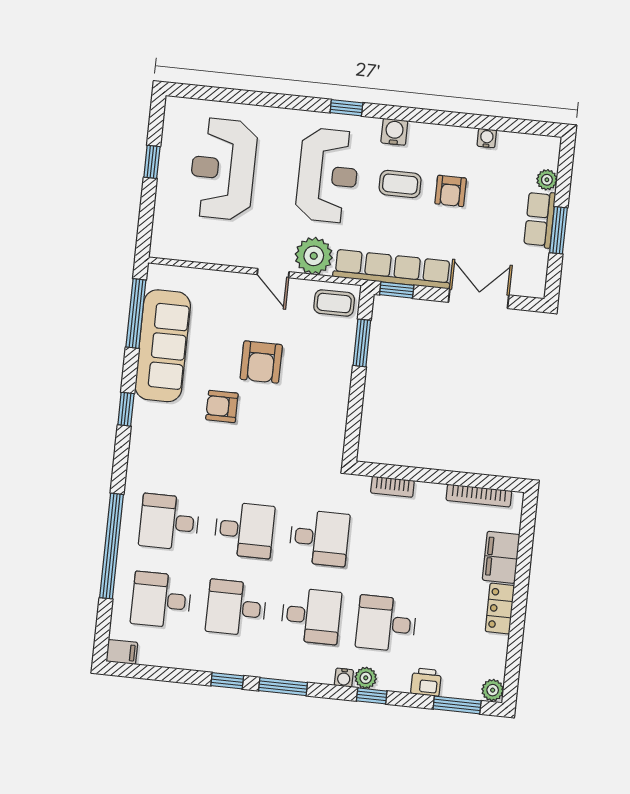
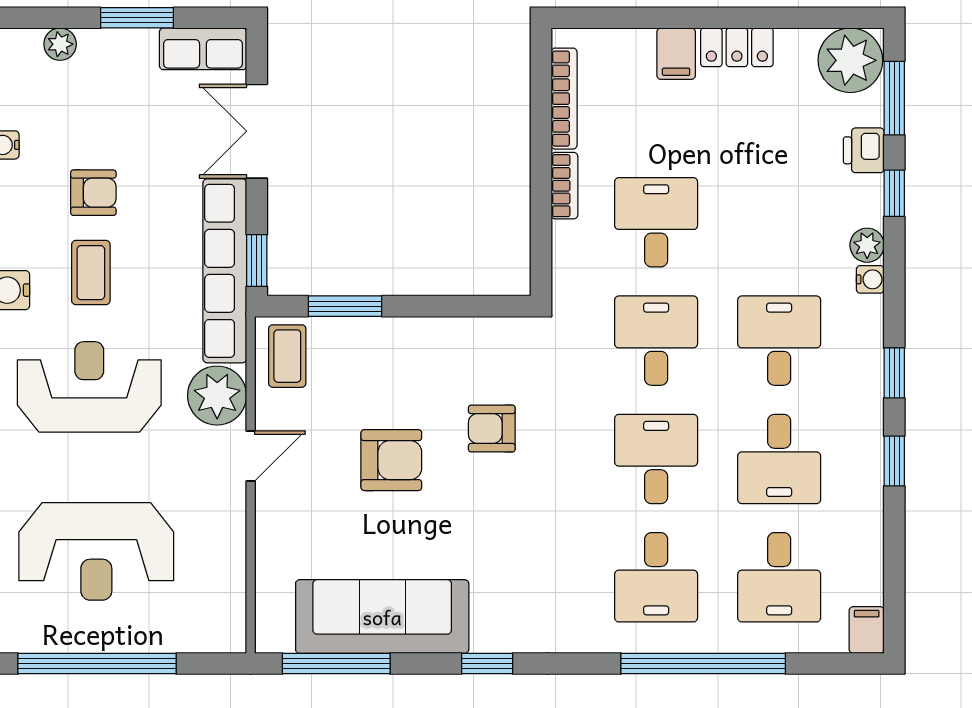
window: (152, 162) -> (97, 663), width x3.17
row of seats: (540, 219) -> (203, 49), moved
armchair: (222, 406) -> (492, 429), moved, turned 90
bookcase: (392, 487) -> (564, 186), moved
filing cabinet: (501, 557) -> (676, 54), width x0.50
desk: (386, 624) -> (656, 222), moved, turned 180
window: (283, 687) -> (894, 373), width x0.67
plant: (493, 690) -> (850, 60), width x1.87, depth x1.87
window: (372, 696) -> (894, 193), moved

